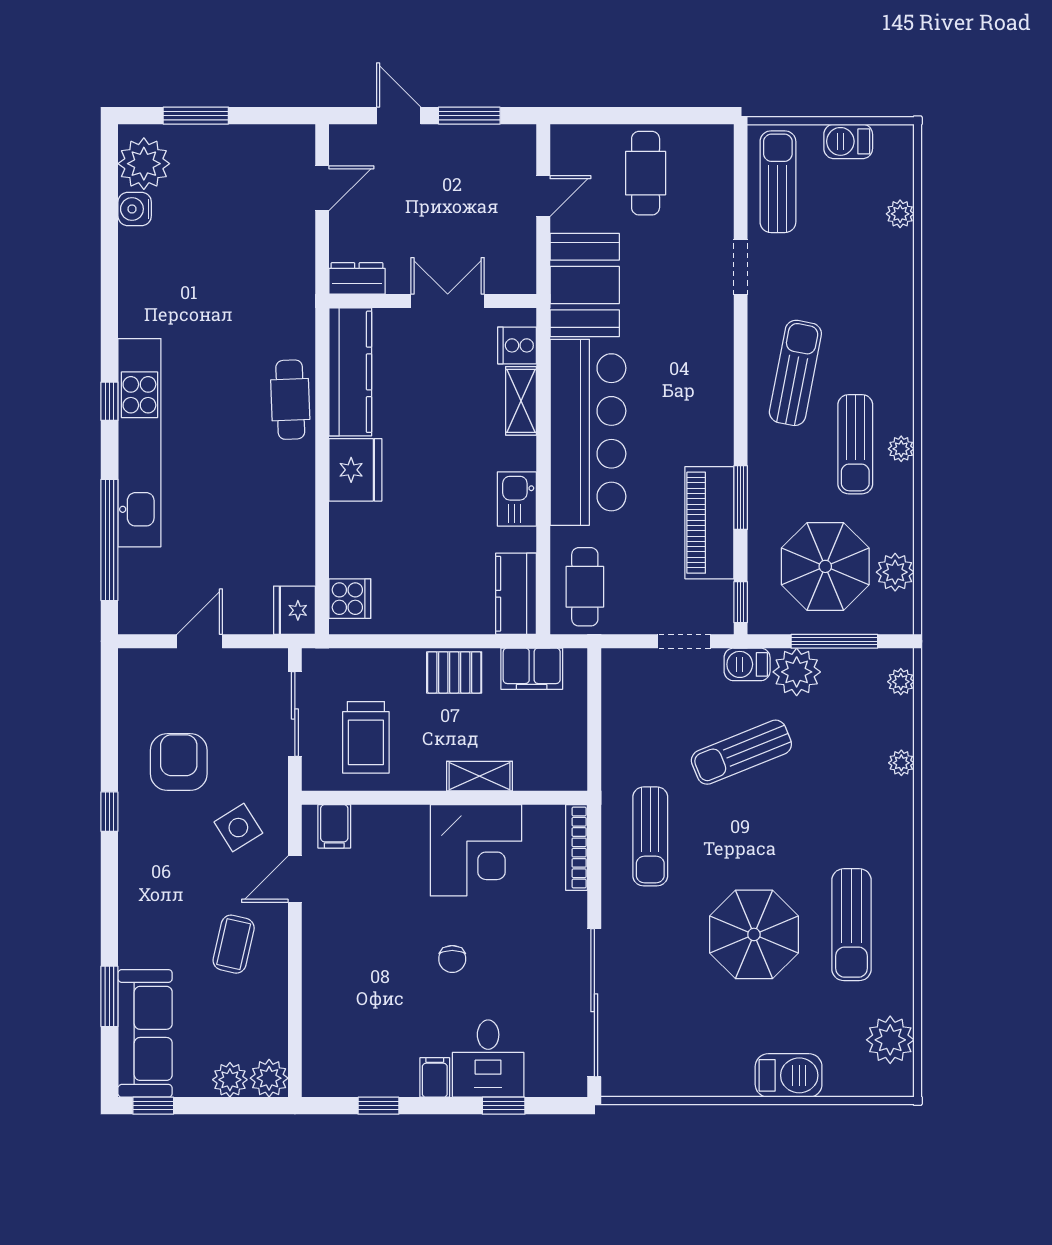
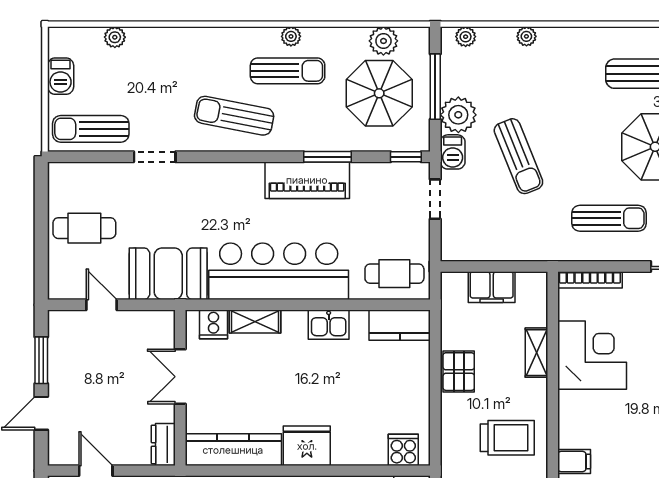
piano: (709, 523) -> (307, 180), moved
filing cabinet: (532, 669) -> (492, 287), moved, turned 90
sun lounger: (650, 836) -> (609, 218), moved

